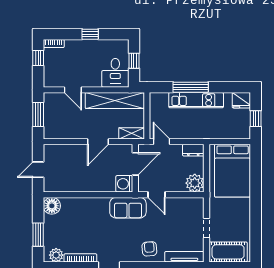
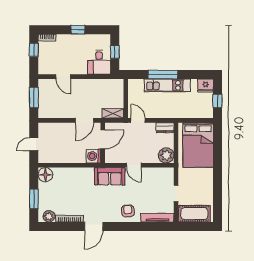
shelving: (115, 100) -> (99, 86), removed
door: (135, 164) -> (103, 139), moved
wall: (135, 168) -> (103, 143), moved
washing machine: (124, 184) -> (94, 156), moved

